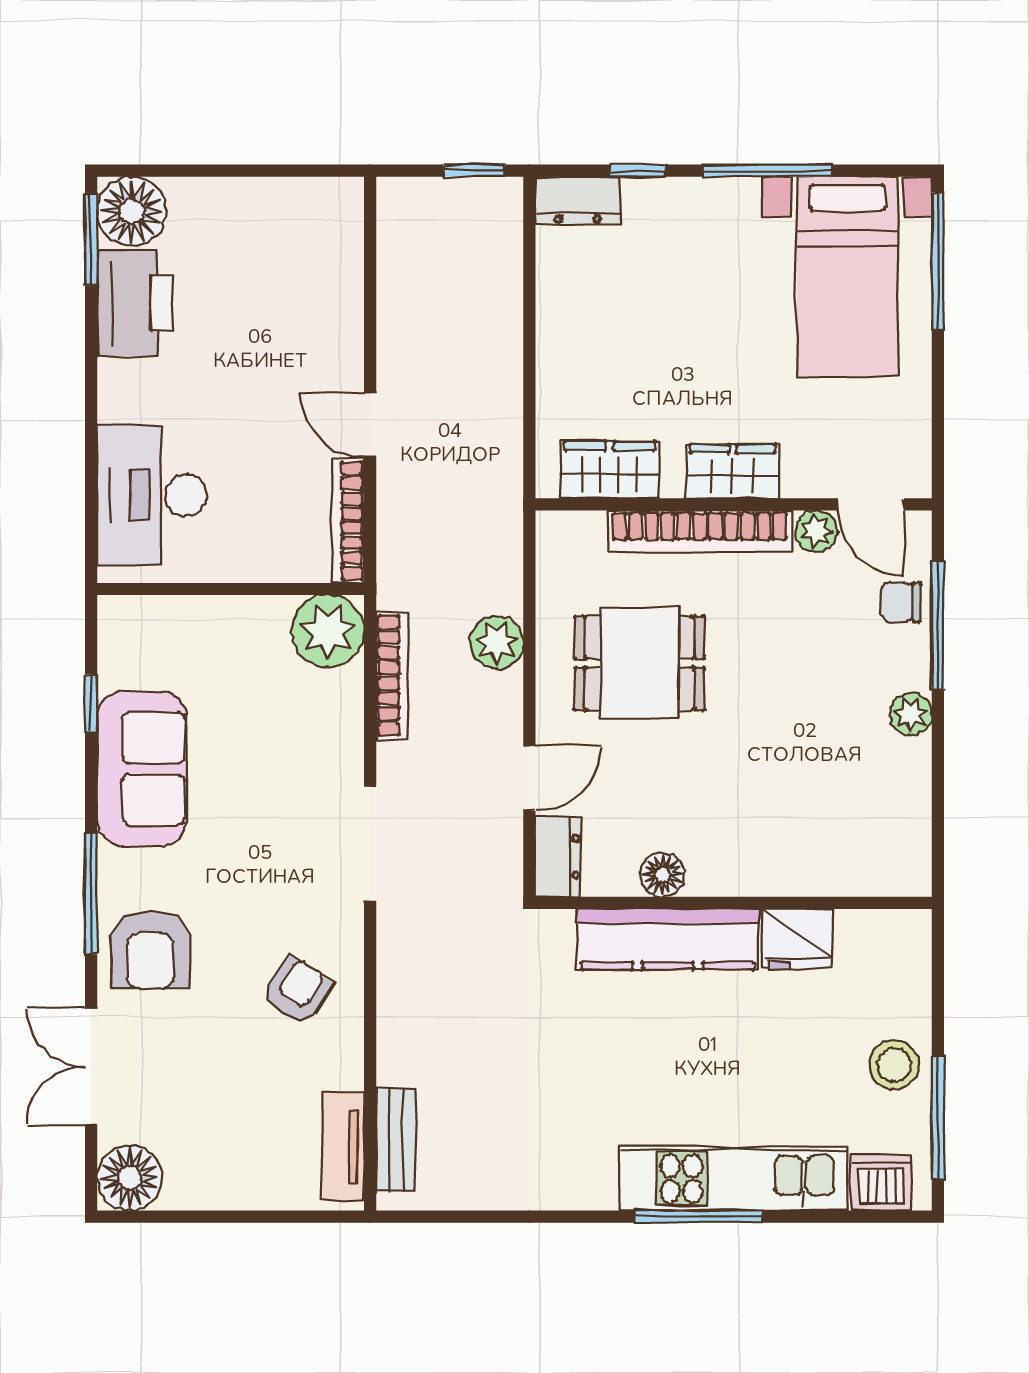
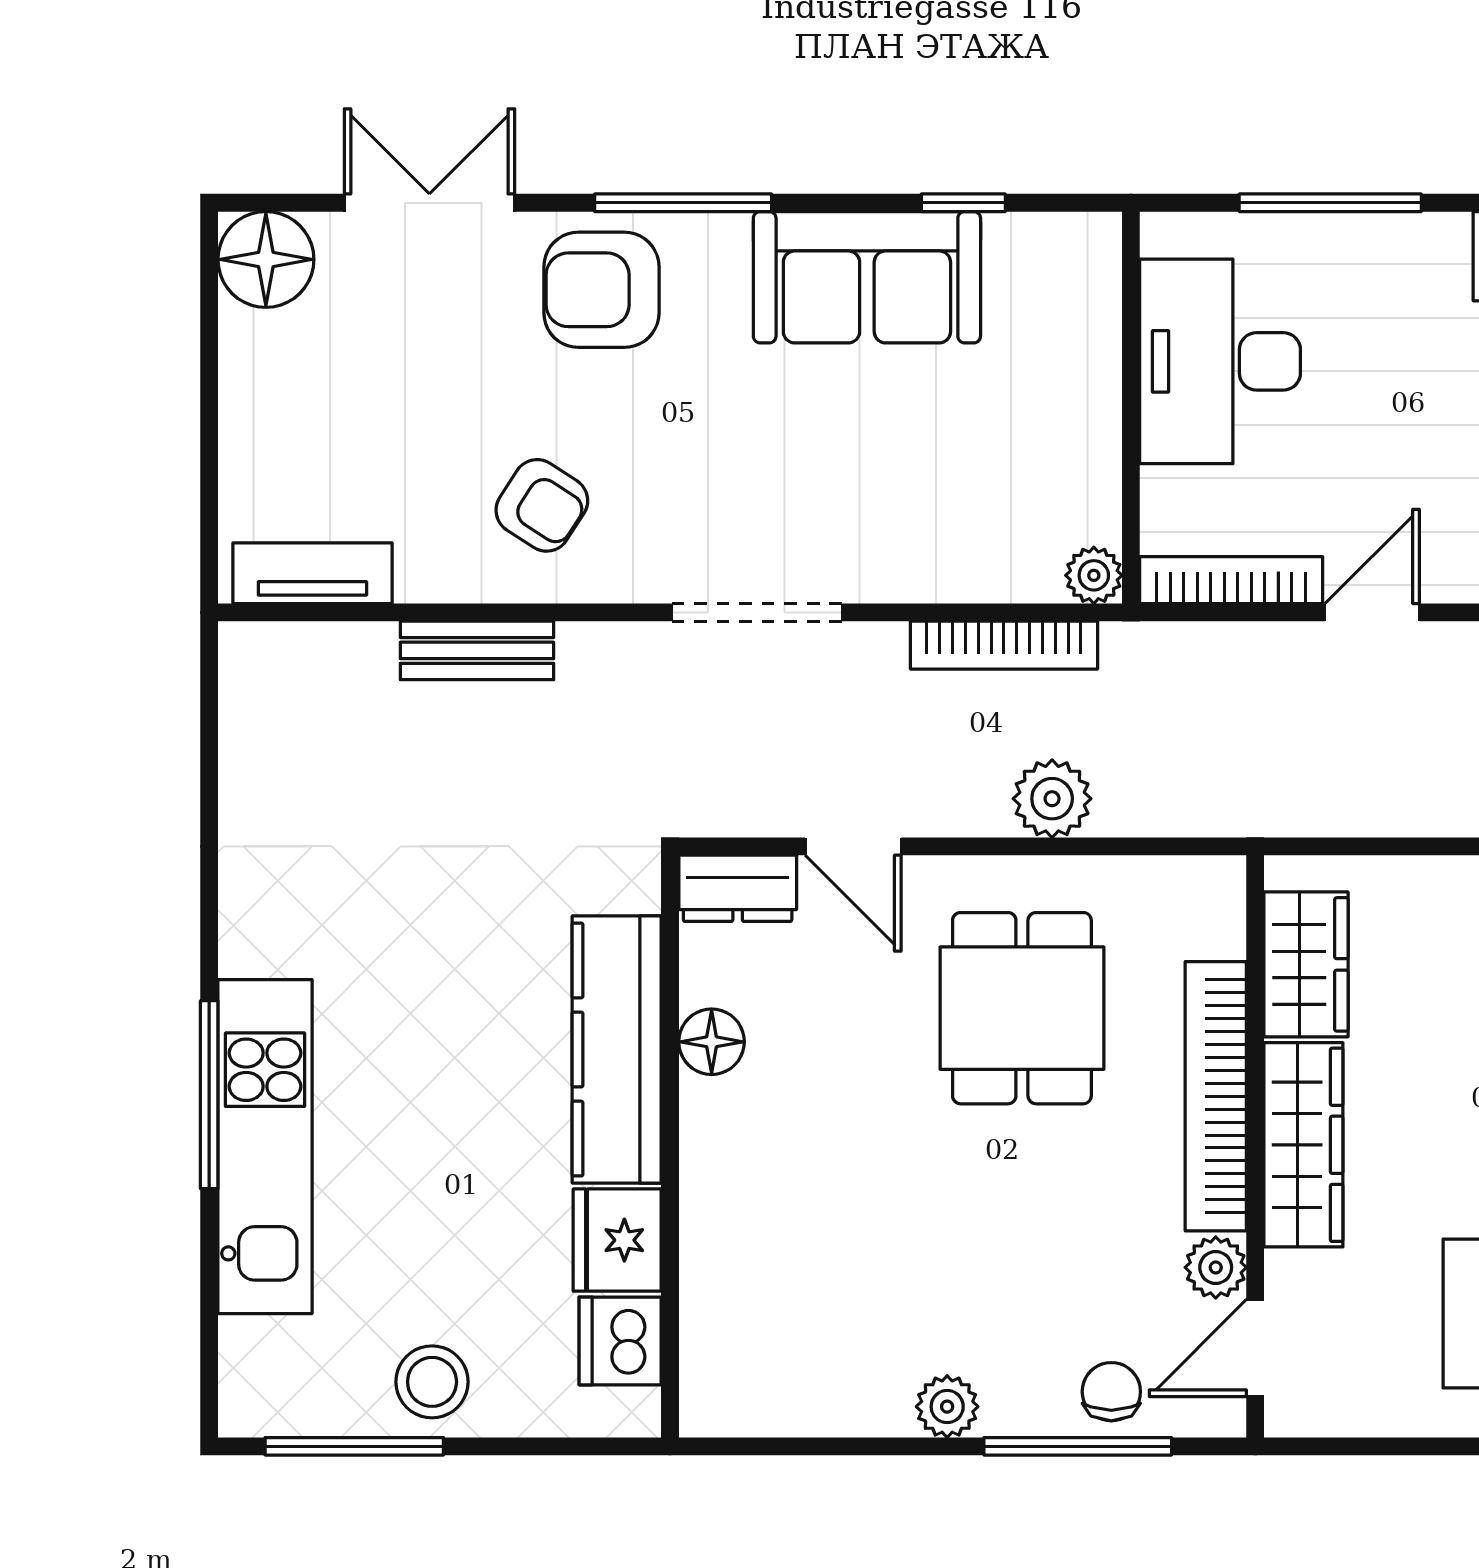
window: (91, 453) -> (1330, 203), added
wardrobe: (733, 471) -> (1303, 1145), width x1.50
desk: (152, 495) -> (1220, 361), moved, turned -90
plant: (328, 631) -> (1094, 575), width x0.53, depth x0.53
bench: (396, 1140) -> (477, 650), moved
dishwasher: (881, 1183) -> (620, 1341), moved, turned 180

